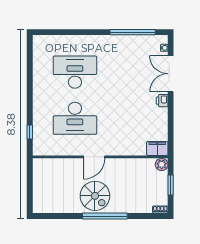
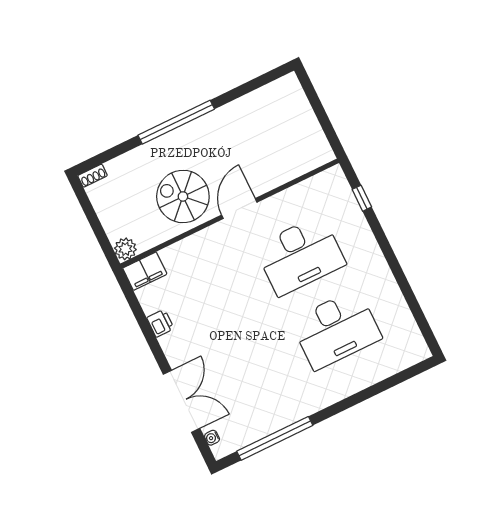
printer: (162, 101) -> (160, 323), moved
desk: (75, 118) -> (300, 255), turned 180
window: (171, 185) -> (95, 223), removed
spiral stairs: (95, 196) -> (183, 196), moved

